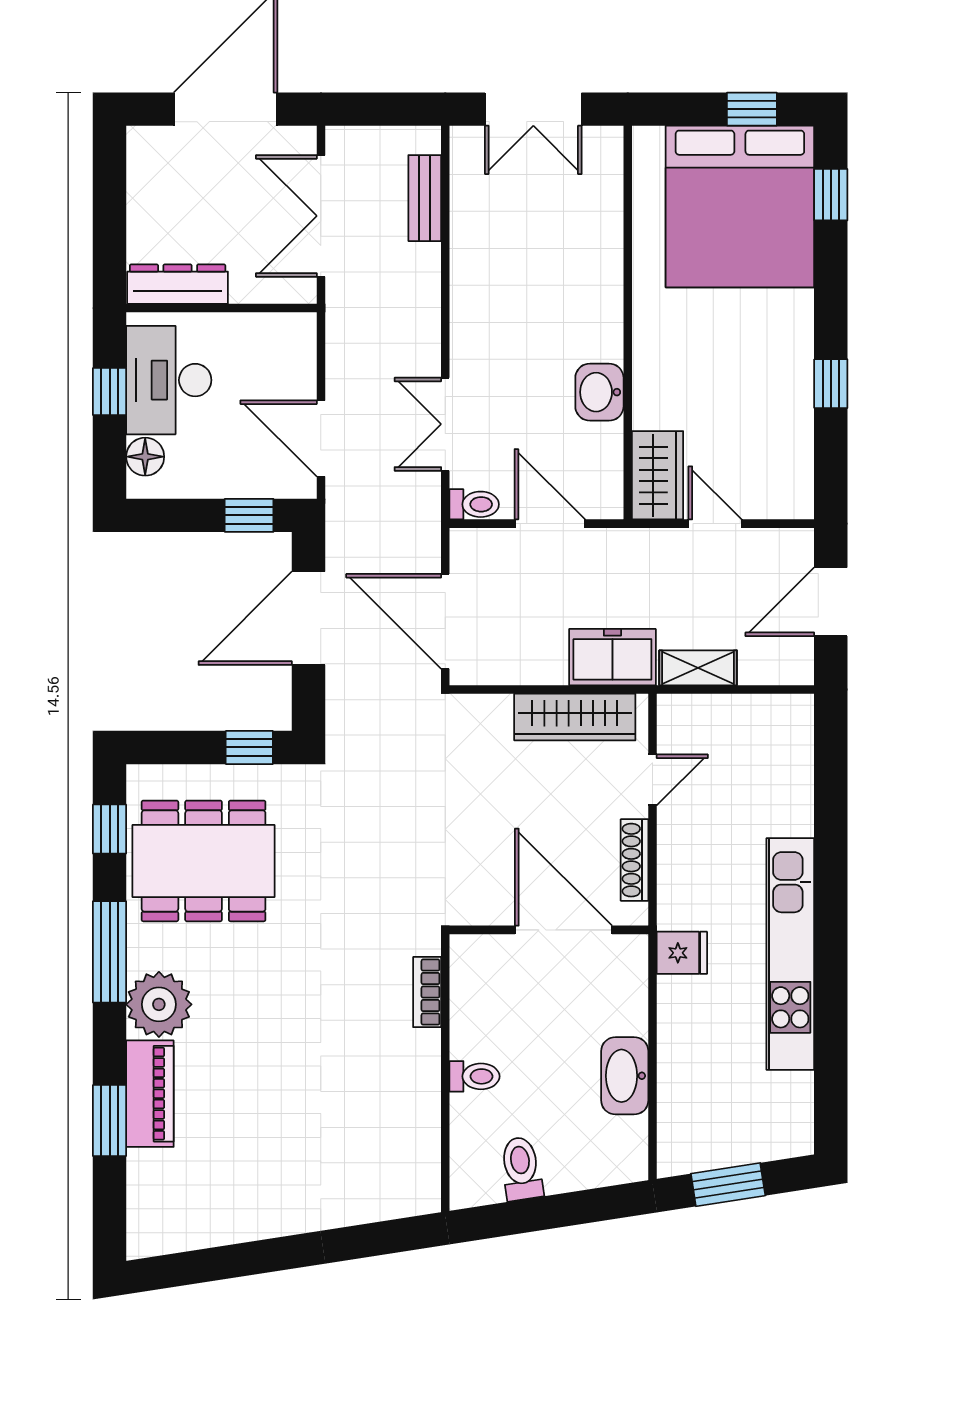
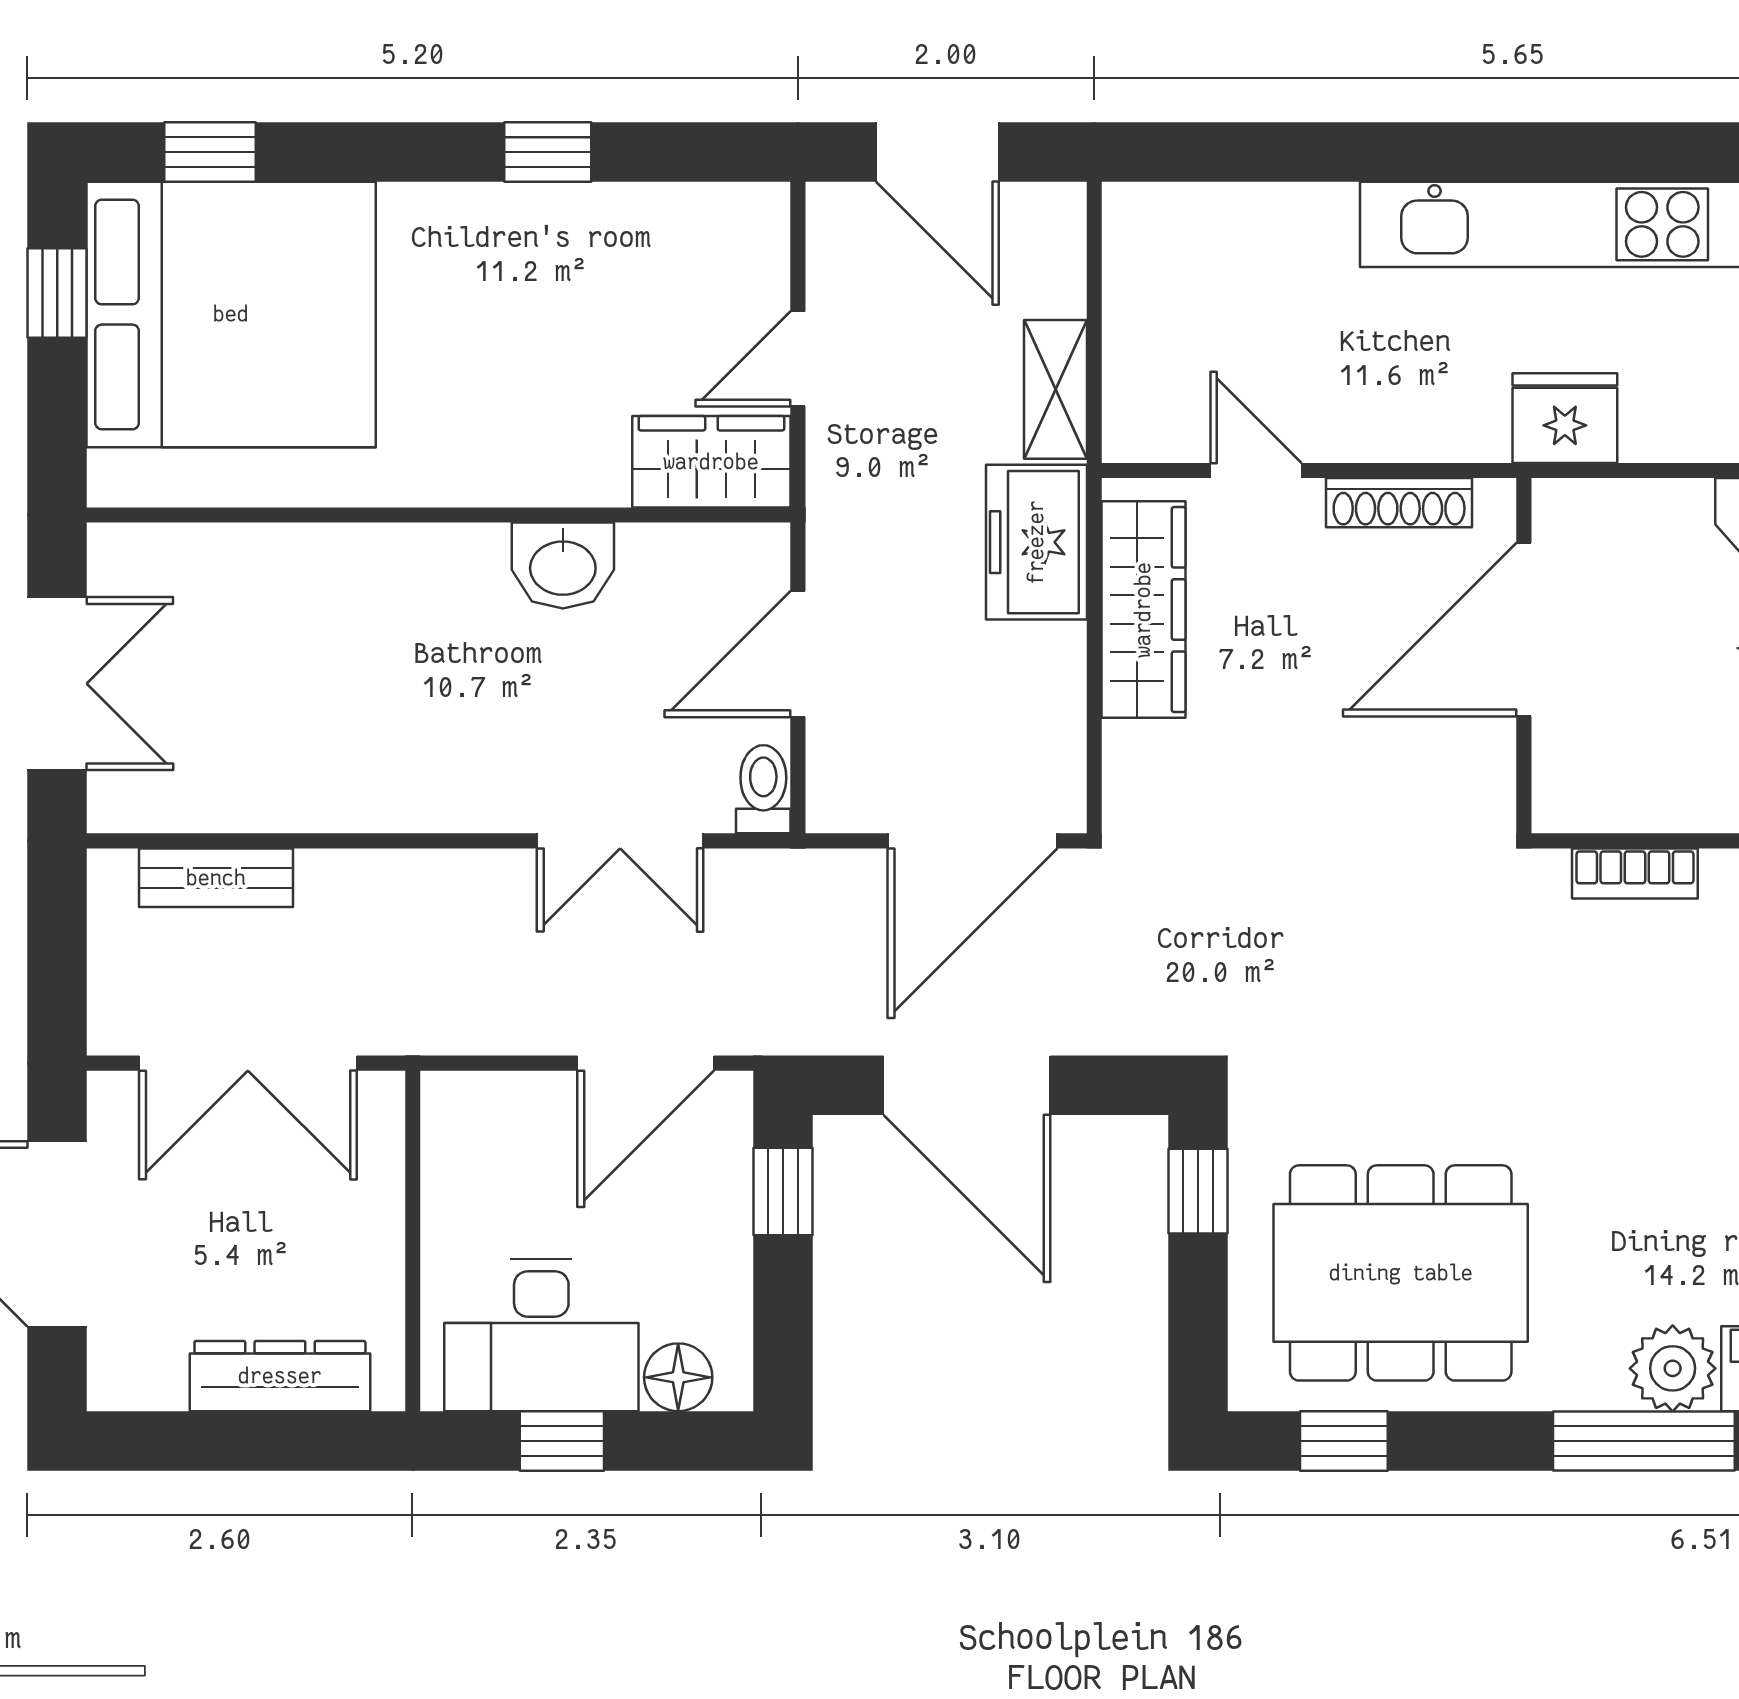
dresser: (178, 284) -> (280, 1376), moved, turned 90
dining table: (204, 861) -> (1401, 1273), turned 90
window: (110, 952) -> (1644, 1441), moved
fridge: (682, 953) -> (1565, 418), width x1.38
plant: (159, 1004) -> (1673, 1368), width x0.73, depth x0.73

